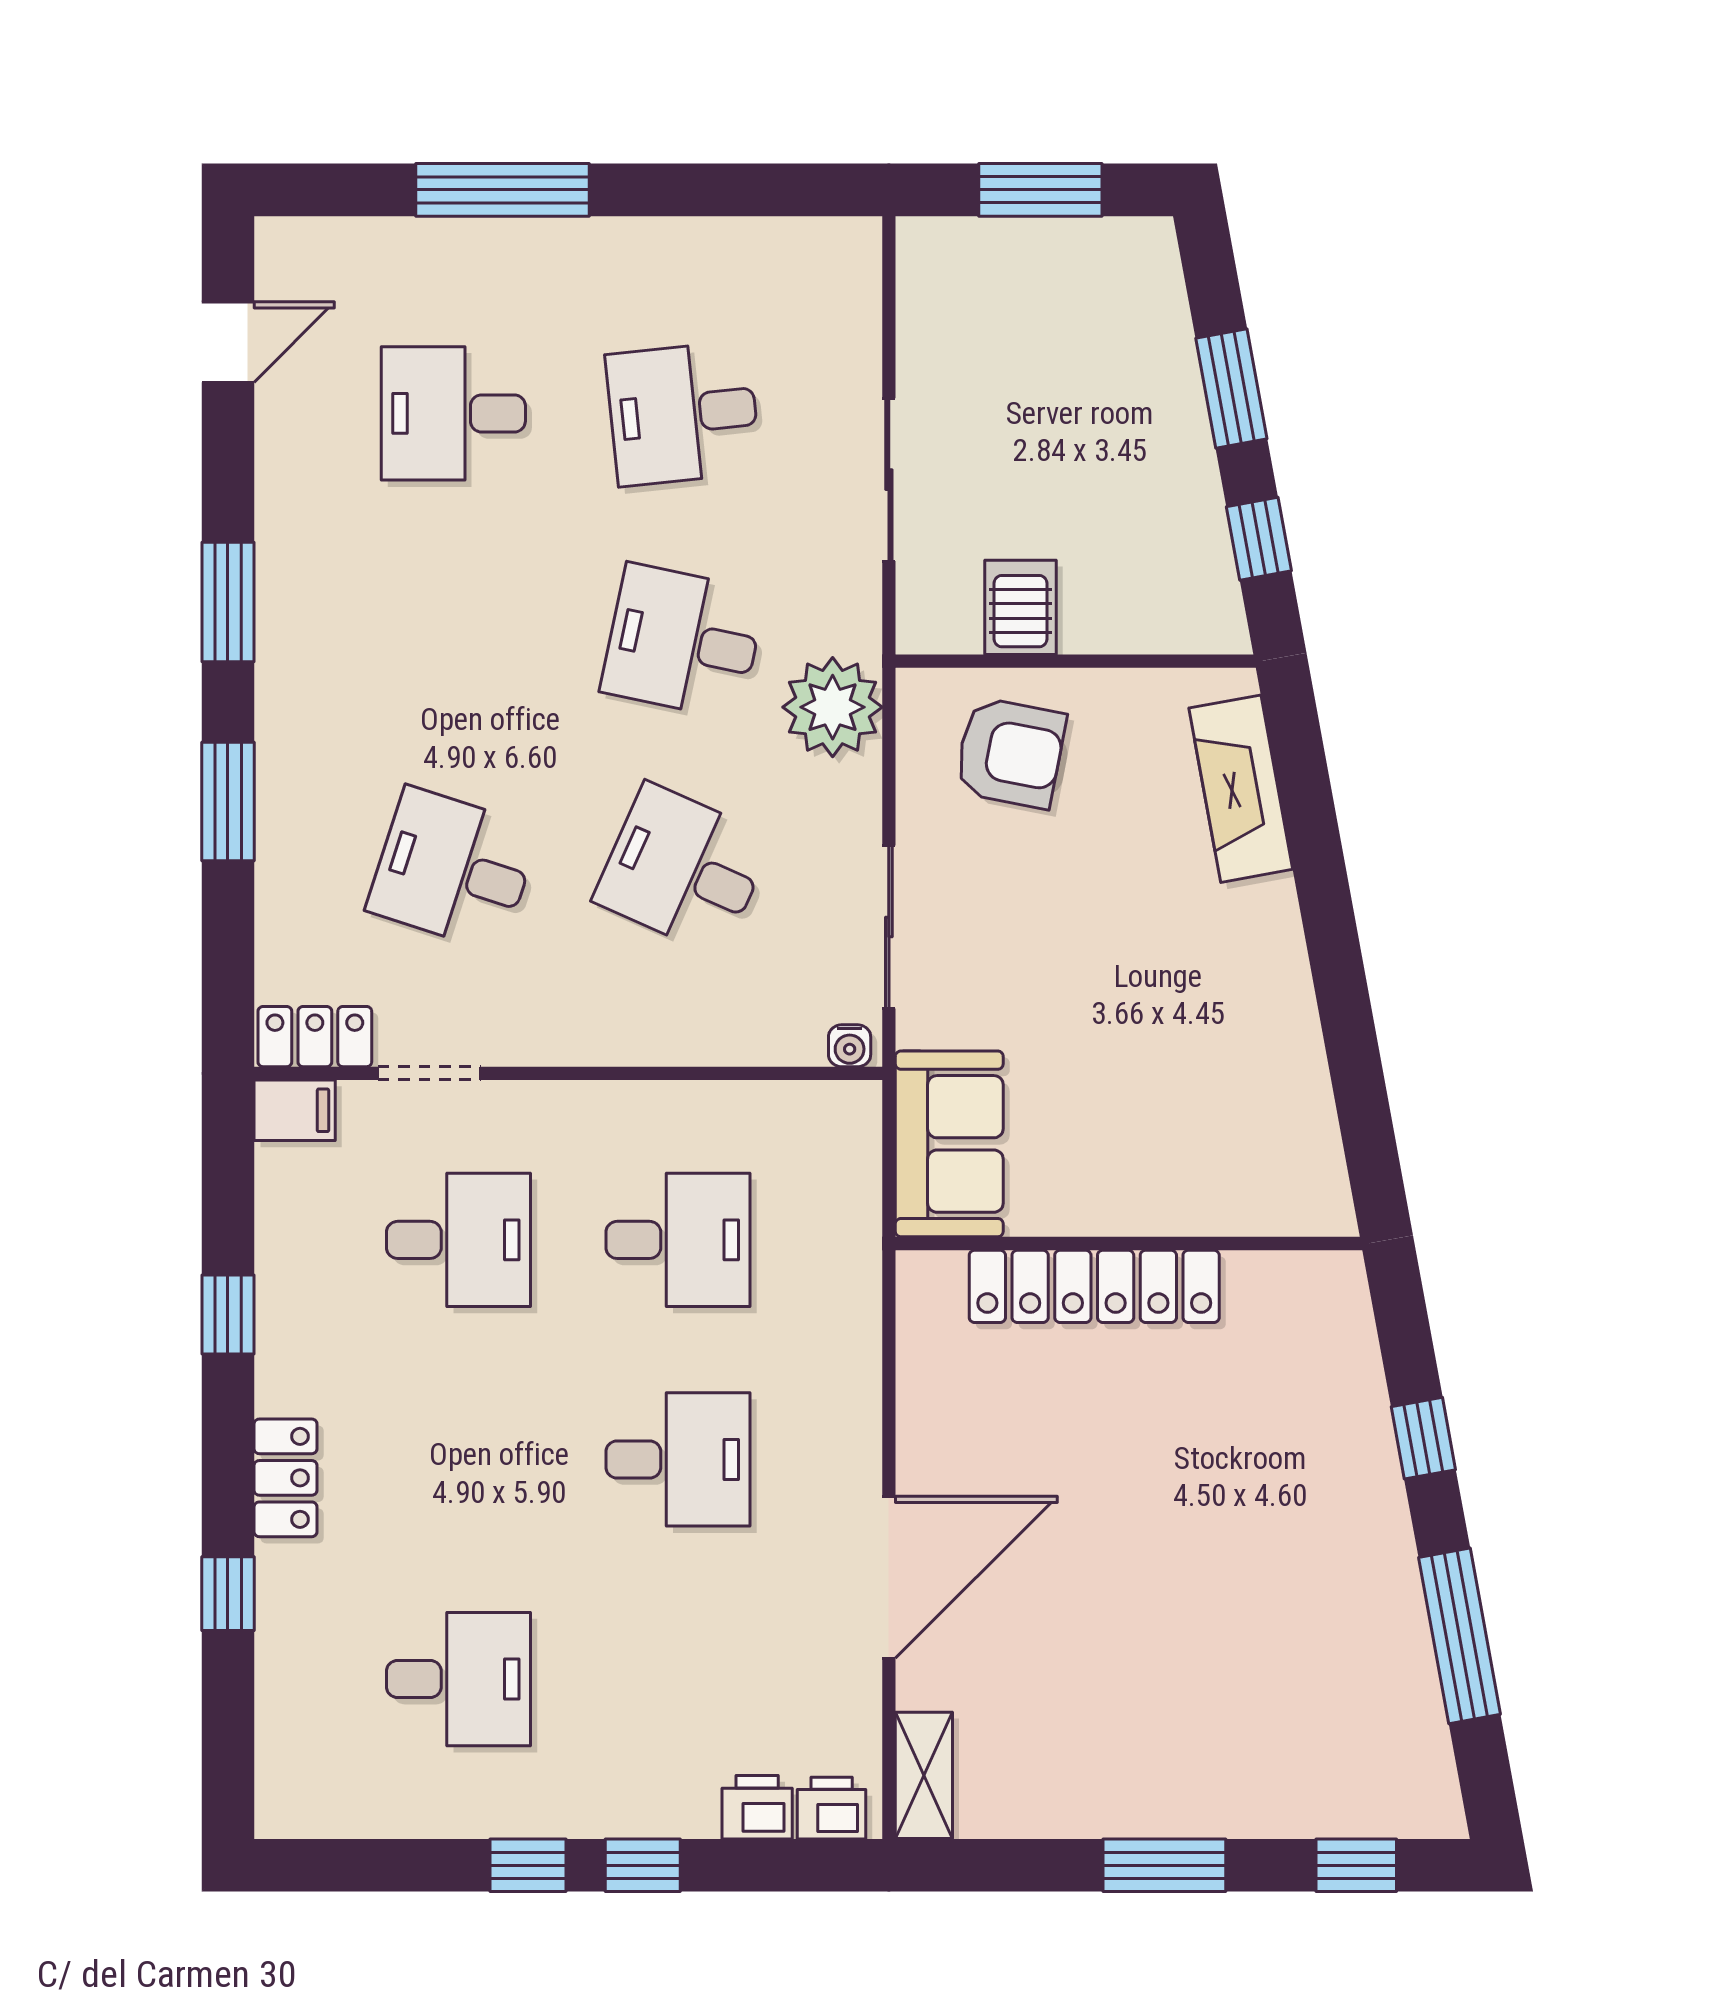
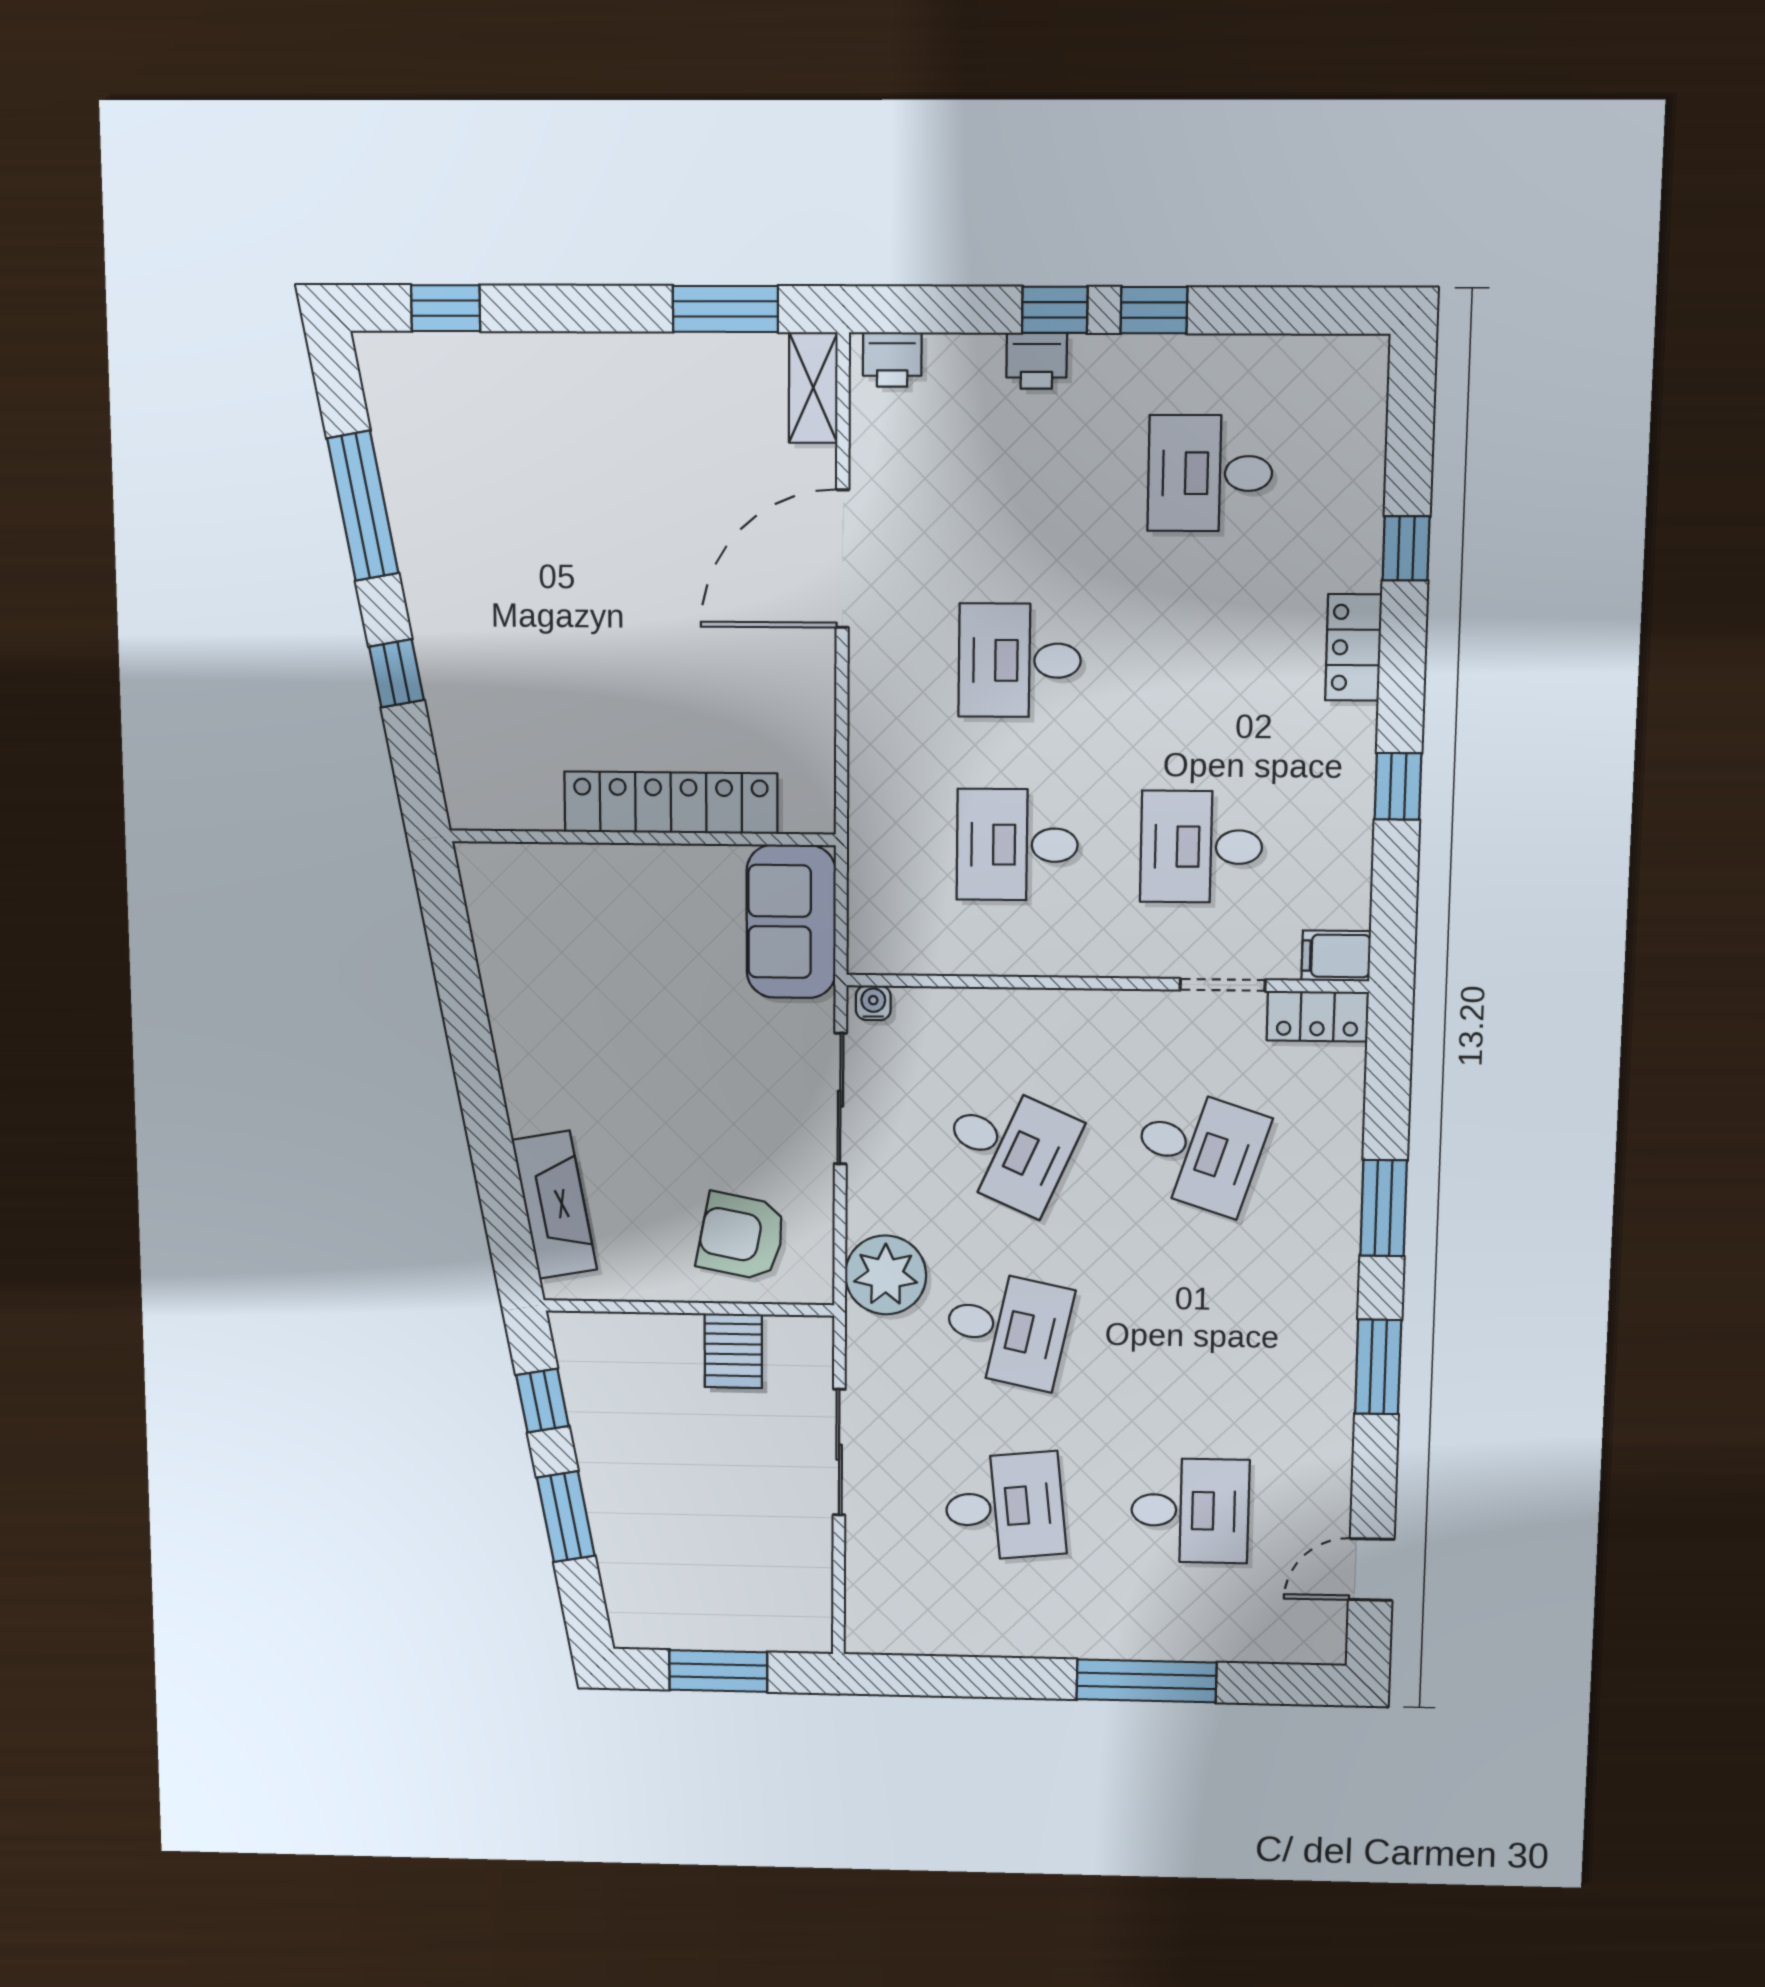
printer: (757, 1807) -> (1037, 361), moved
window: (1164, 1865) -> (725, 309), moved

